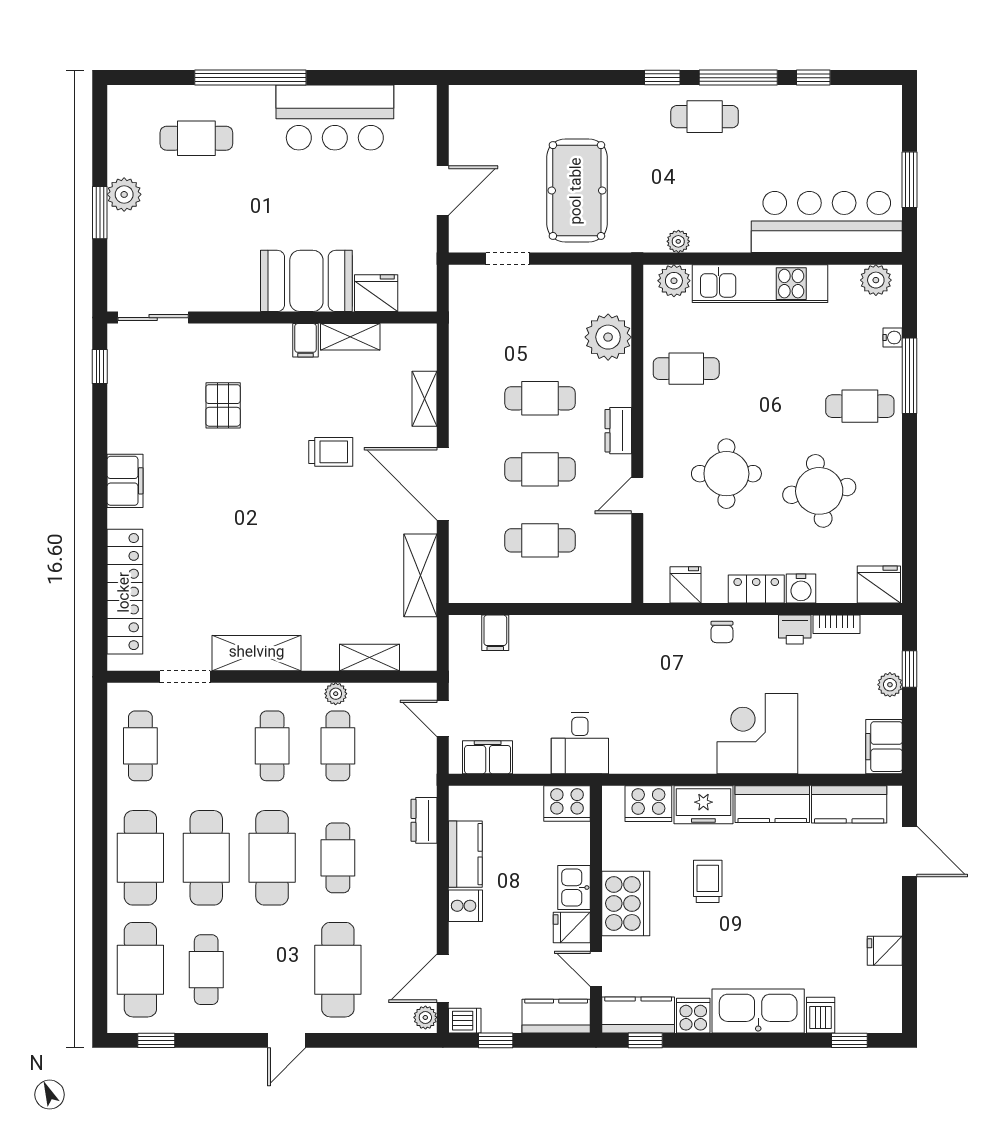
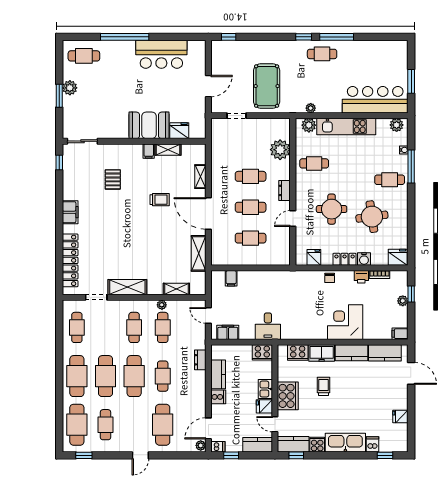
window: (813, 78) -> (229, 37), moved
cafe table: (196, 138) -> (84, 56), moved
filing cabinet: (884, 747) -> (400, 334), width x0.50

